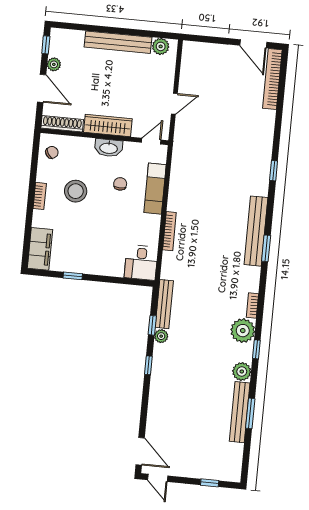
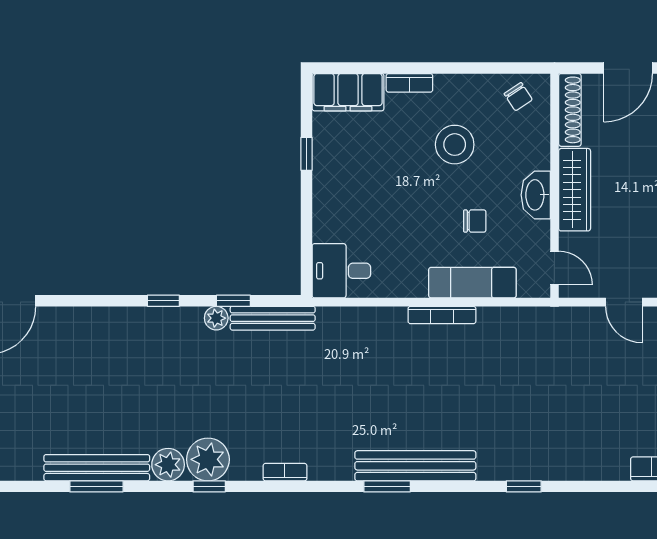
bookcase: (40, 196) -> (409, 83), moved
bookcase: (169, 231) -> (442, 315), moved
plant: (243, 331) -> (208, 459), moved

